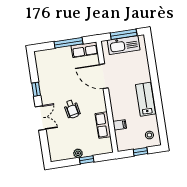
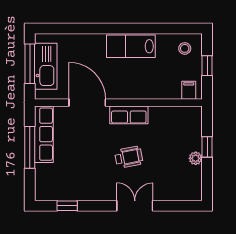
row of seats: (85, 50) -> (44, 134), width x1.48
door: (104, 76) -> (87, 103), swing flipped
window: (36, 89) -> (67, 206), moved
row of seats: (103, 125) -> (129, 115), moved
filing cabinet: (120, 125) -> (189, 90), moved

